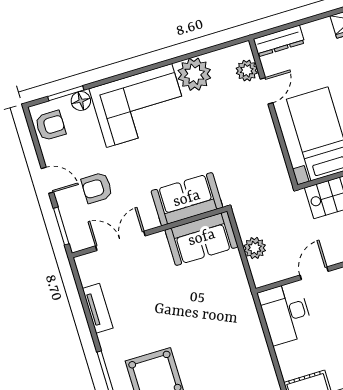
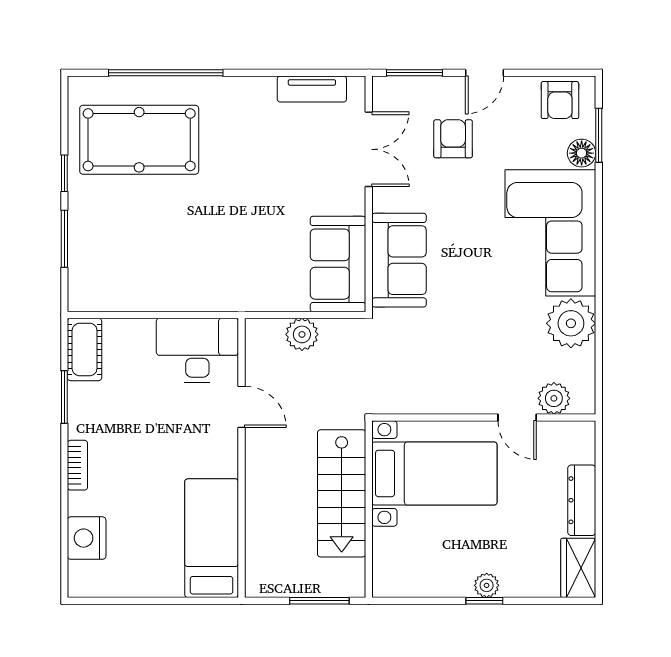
dresser: (279, 41) -> (582, 500), moved
tv unit: (98, 308) -> (312, 89), moved

